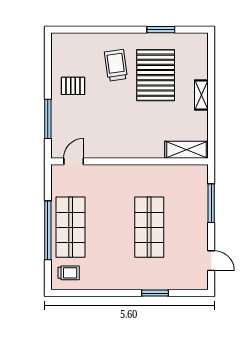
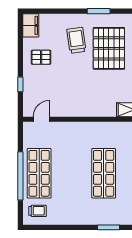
window: (161, 30) -> (99, 11), moved
filing cabinet: (60, 47) -> (31, 25), added
window: (48, 119) -> (20, 84), width x0.46

